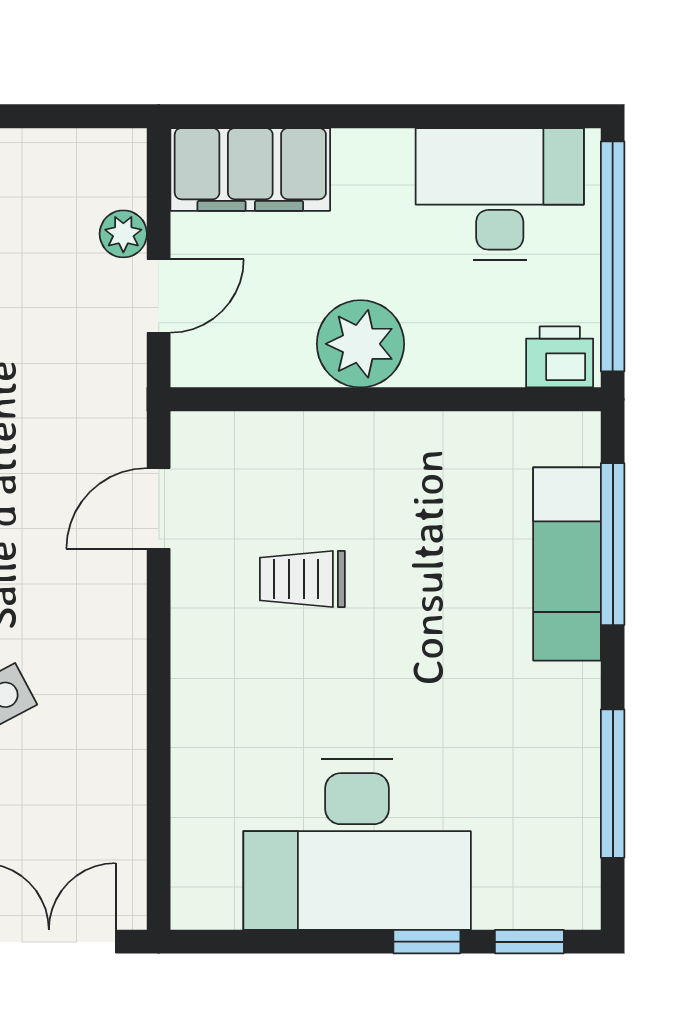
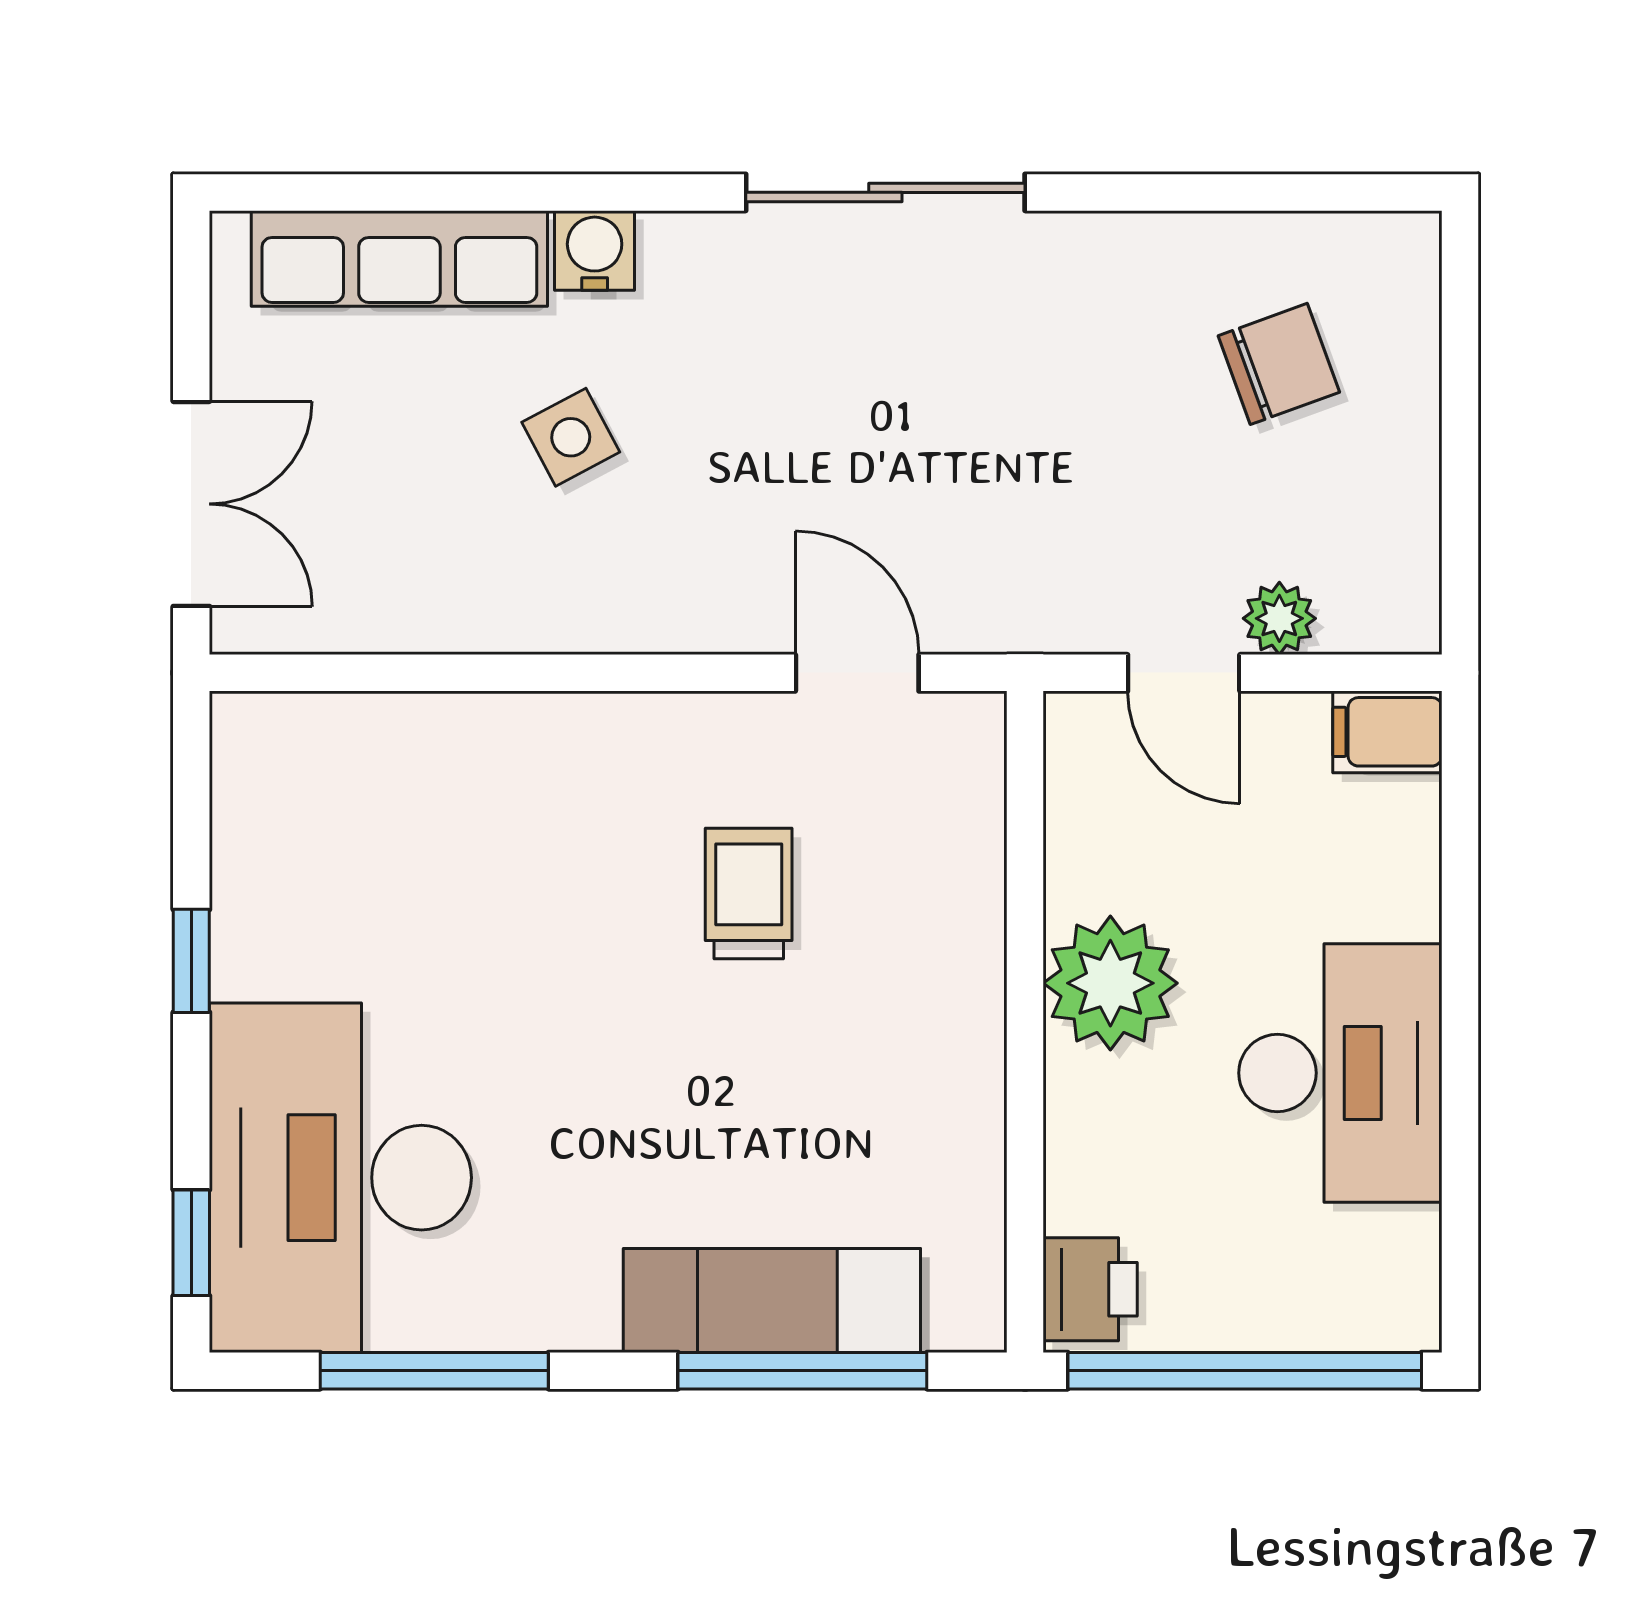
filing cabinet: (250, 169) -> (1387, 732), width x0.33, depth x0.86
desk: (500, 194) -> (1340, 1073), moved
desk: (357, 845) -> (340, 1178), moved
window: (427, 942) -> (191, 961), moved

